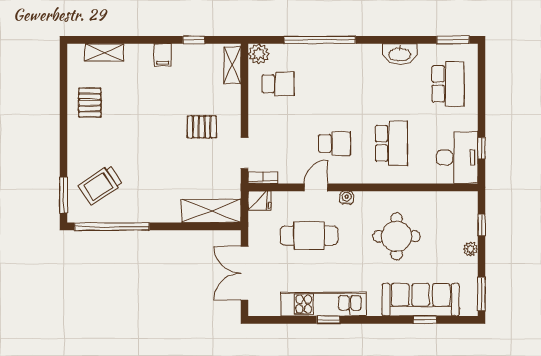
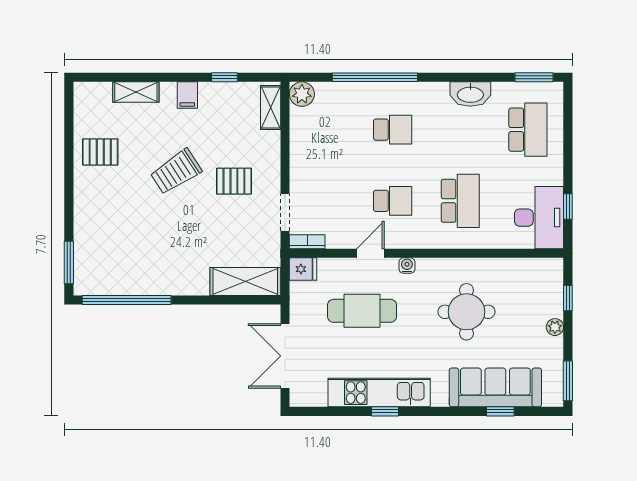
shelving: (105, 52) -> (136, 92), moved
school desk: (278, 84) -> (393, 130), moved
pallet: (90, 103) -> (100, 152), turned 90
trolley: (100, 185) -> (176, 172), moved

